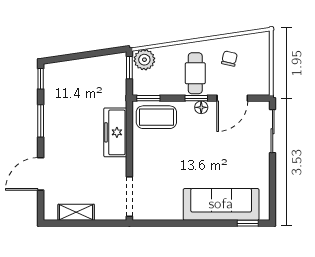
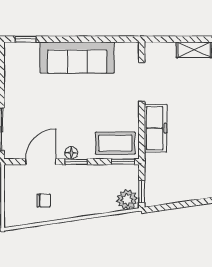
chair: (229, 59) -> (44, 201), turned -103
cafe table: (195, 73) -> (77, 186), removed
doorway: (129, 197) -> (142, 82), moved
sofa: (221, 204) -> (77, 57), moved

